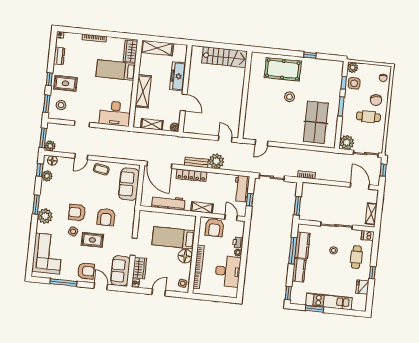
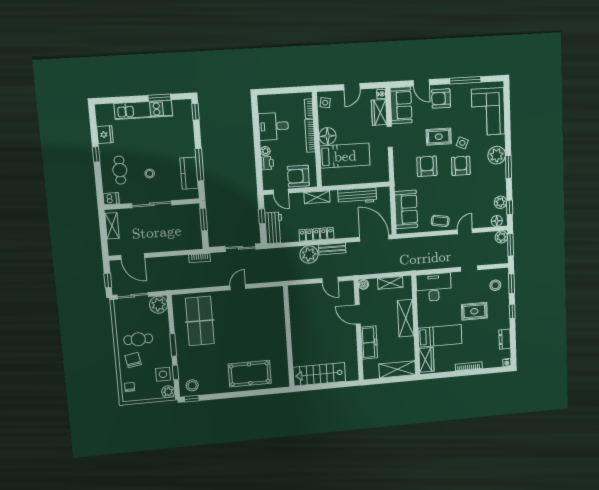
window: (310, 55) -> (192, 399), moved
rug: (65, 83) -> (474, 311), moved
stool: (289, 97) -> (192, 385), moved
door: (225, 139) -> (330, 280), moved
door: (261, 143) -> (238, 287), moved
locker: (191, 175) -> (316, 234), moved
armchair: (77, 212) -> (461, 166), turned -90
armchair: (214, 228) -> (298, 176), turned -90
kitchen counter: (299, 270) -> (187, 142), removed
desk: (228, 271) -> (274, 126), width x0.73

